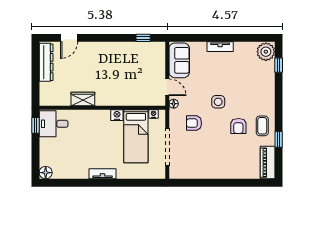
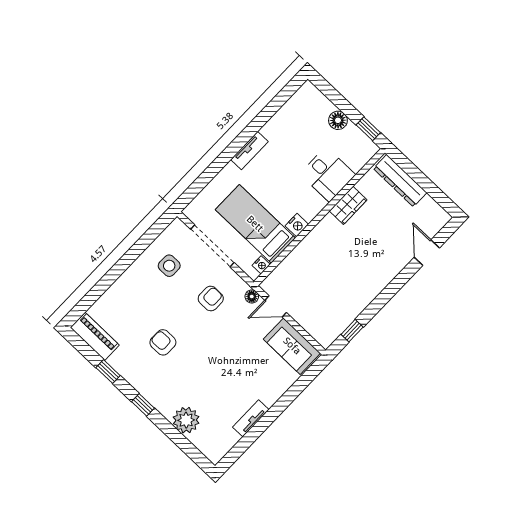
tv unit: (220, 47) -> (251, 418), moved
plant: (266, 52) -> (186, 420), moved
dresser: (46, 62) -> (400, 181), moved
window: (279, 65) -> (143, 405), moved
side table: (218, 102) -> (169, 266), moved
desk: (54, 124) -> (328, 174), moved, turned 90
coffee table: (262, 126) -> (139, 368), removed
floor lamp: (46, 173) -> (338, 120), moved

